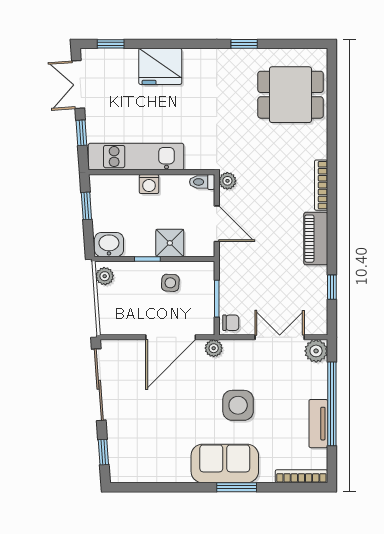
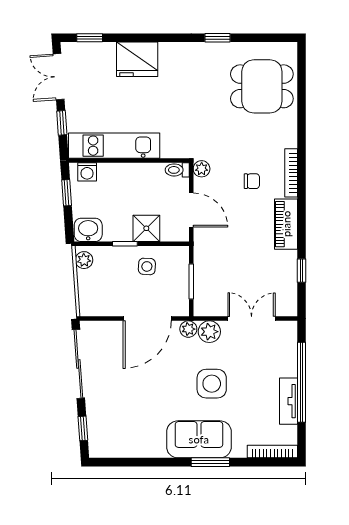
washing machine: (149, 184) -> (87, 172), moved
chair: (231, 323) -> (252, 181), moved
plant: (316, 351) -> (209, 332), moved

